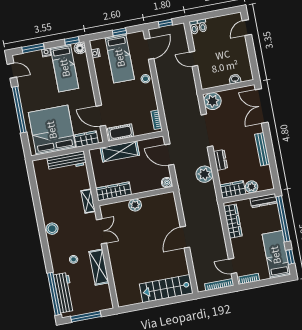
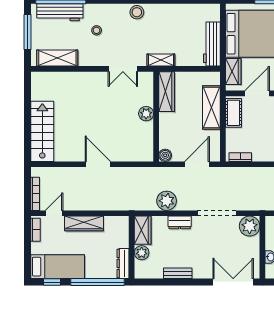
bench: (262, 149) -> (178, 273), width x0.73
wardrobe: (233, 221) -> (84, 223), moved
shelving: (99, 267) -> (57, 58), moved

